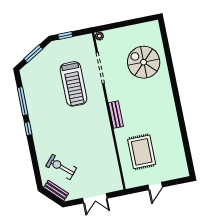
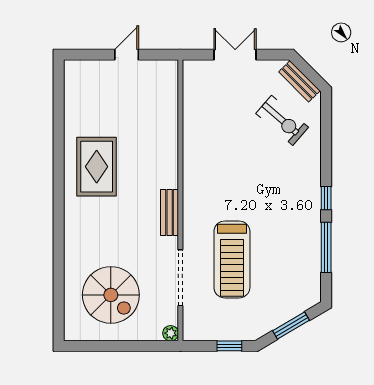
spiral stairs: (144, 62) -> (111, 295), moved
treadmill: (74, 84) -> (232, 259), turned 180
bench: (116, 115) -> (170, 212), moved
rug: (142, 152) -> (97, 167), moved

